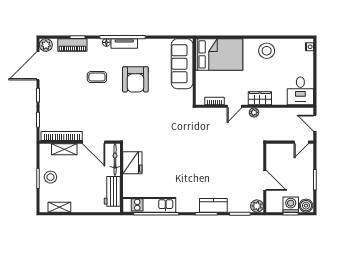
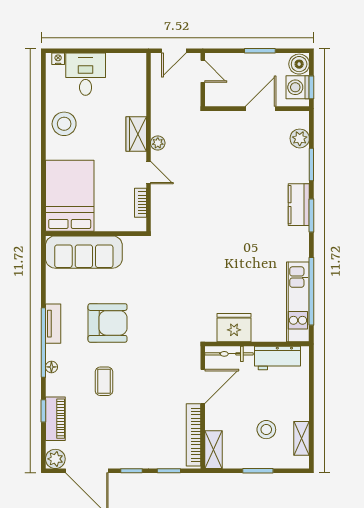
tv unit: (124, 44) -> (53, 324), moved
desk: (300, 91) -> (86, 74), moved, turned -90
shelving: (64, 149) -> (214, 450), moved
stool: (50, 177) -> (266, 430), moved
wall: (265, 178) -> (257, 109), moved
door: (265, 180) -> (261, 109), moved

